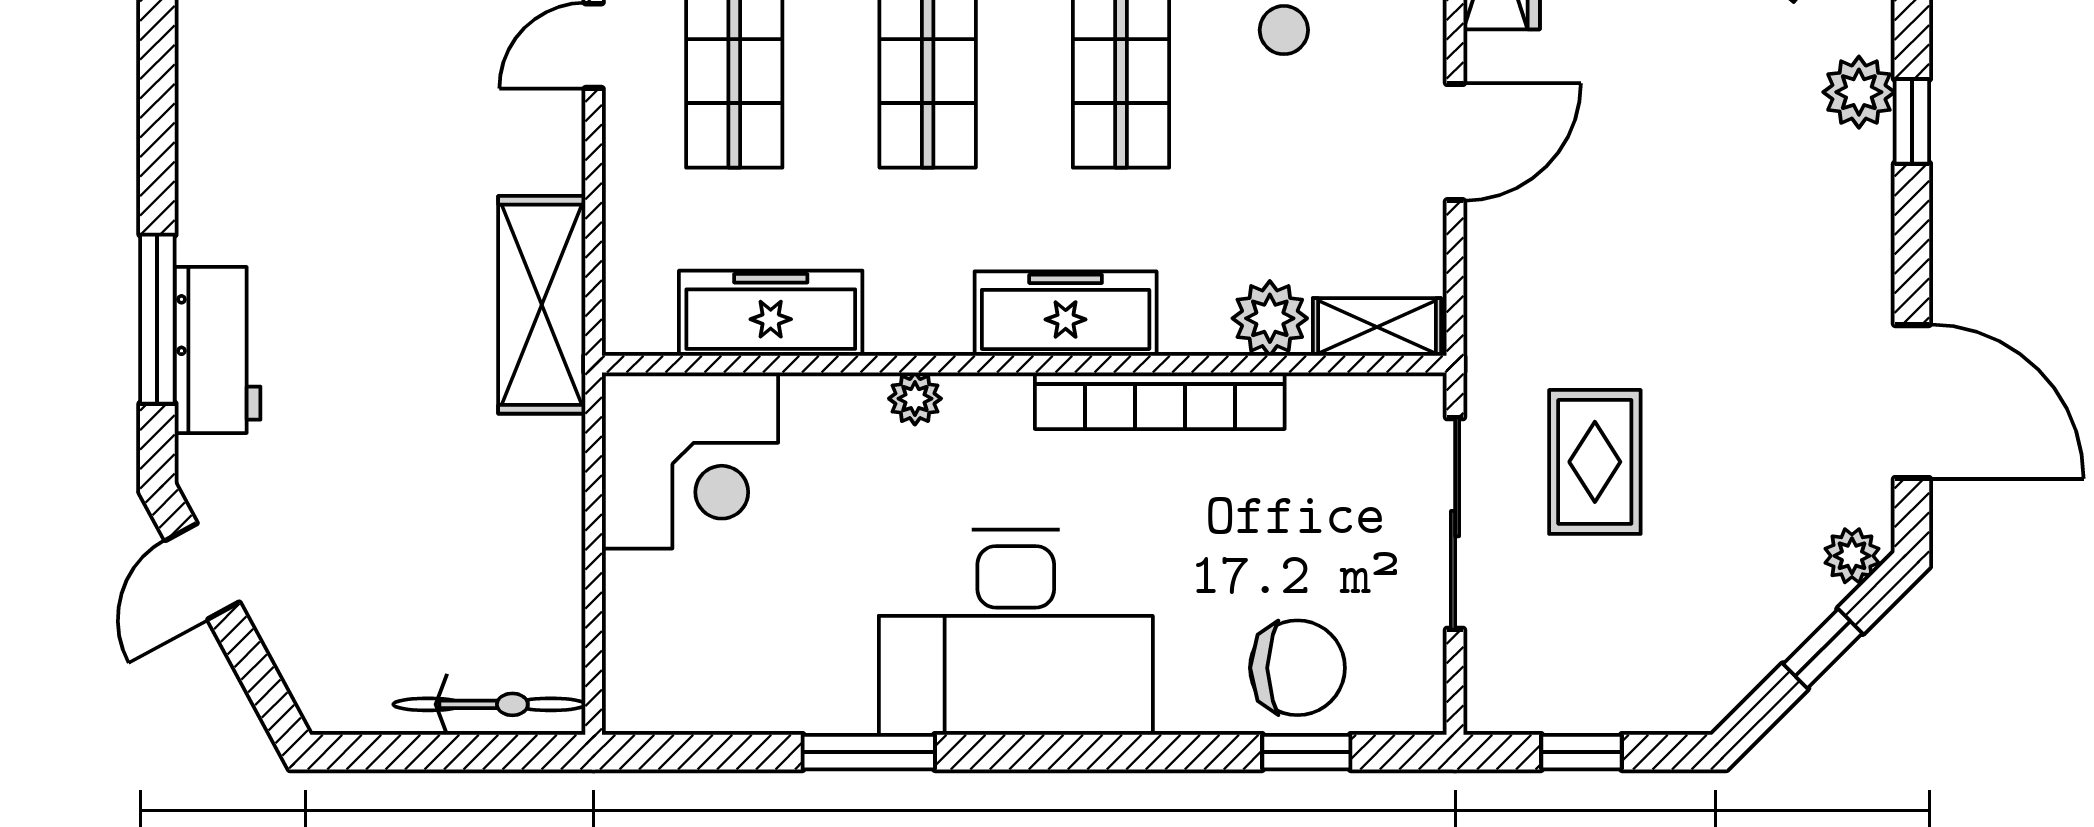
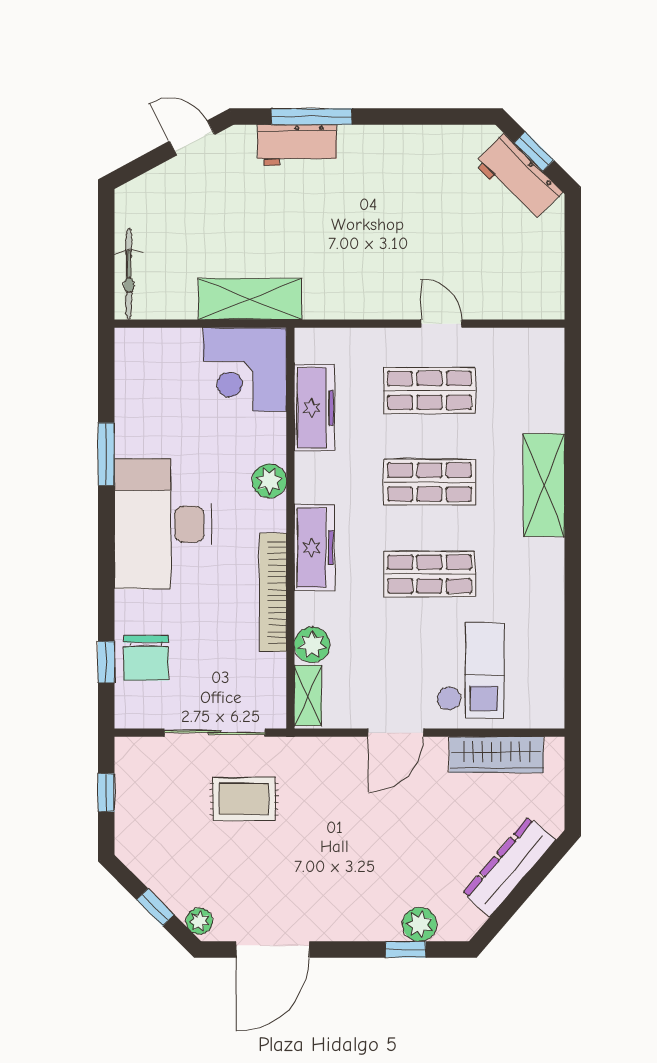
door: (1455, 142) -> (396, 733), hinge flipped
shelving: (542, 305) -> (250, 299), moved
plant: (915, 399) -> (269, 481), width x1.38, depth x1.38

